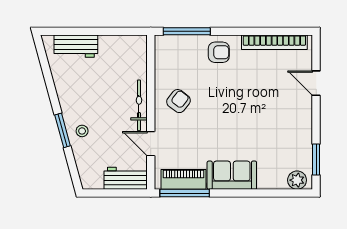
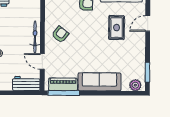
door: (316, 83) -> (148, 23), hinge flipped
rug: (267, 90) -> (117, 28), added
sofa: (232, 175) -> (99, 82), width x1.36

